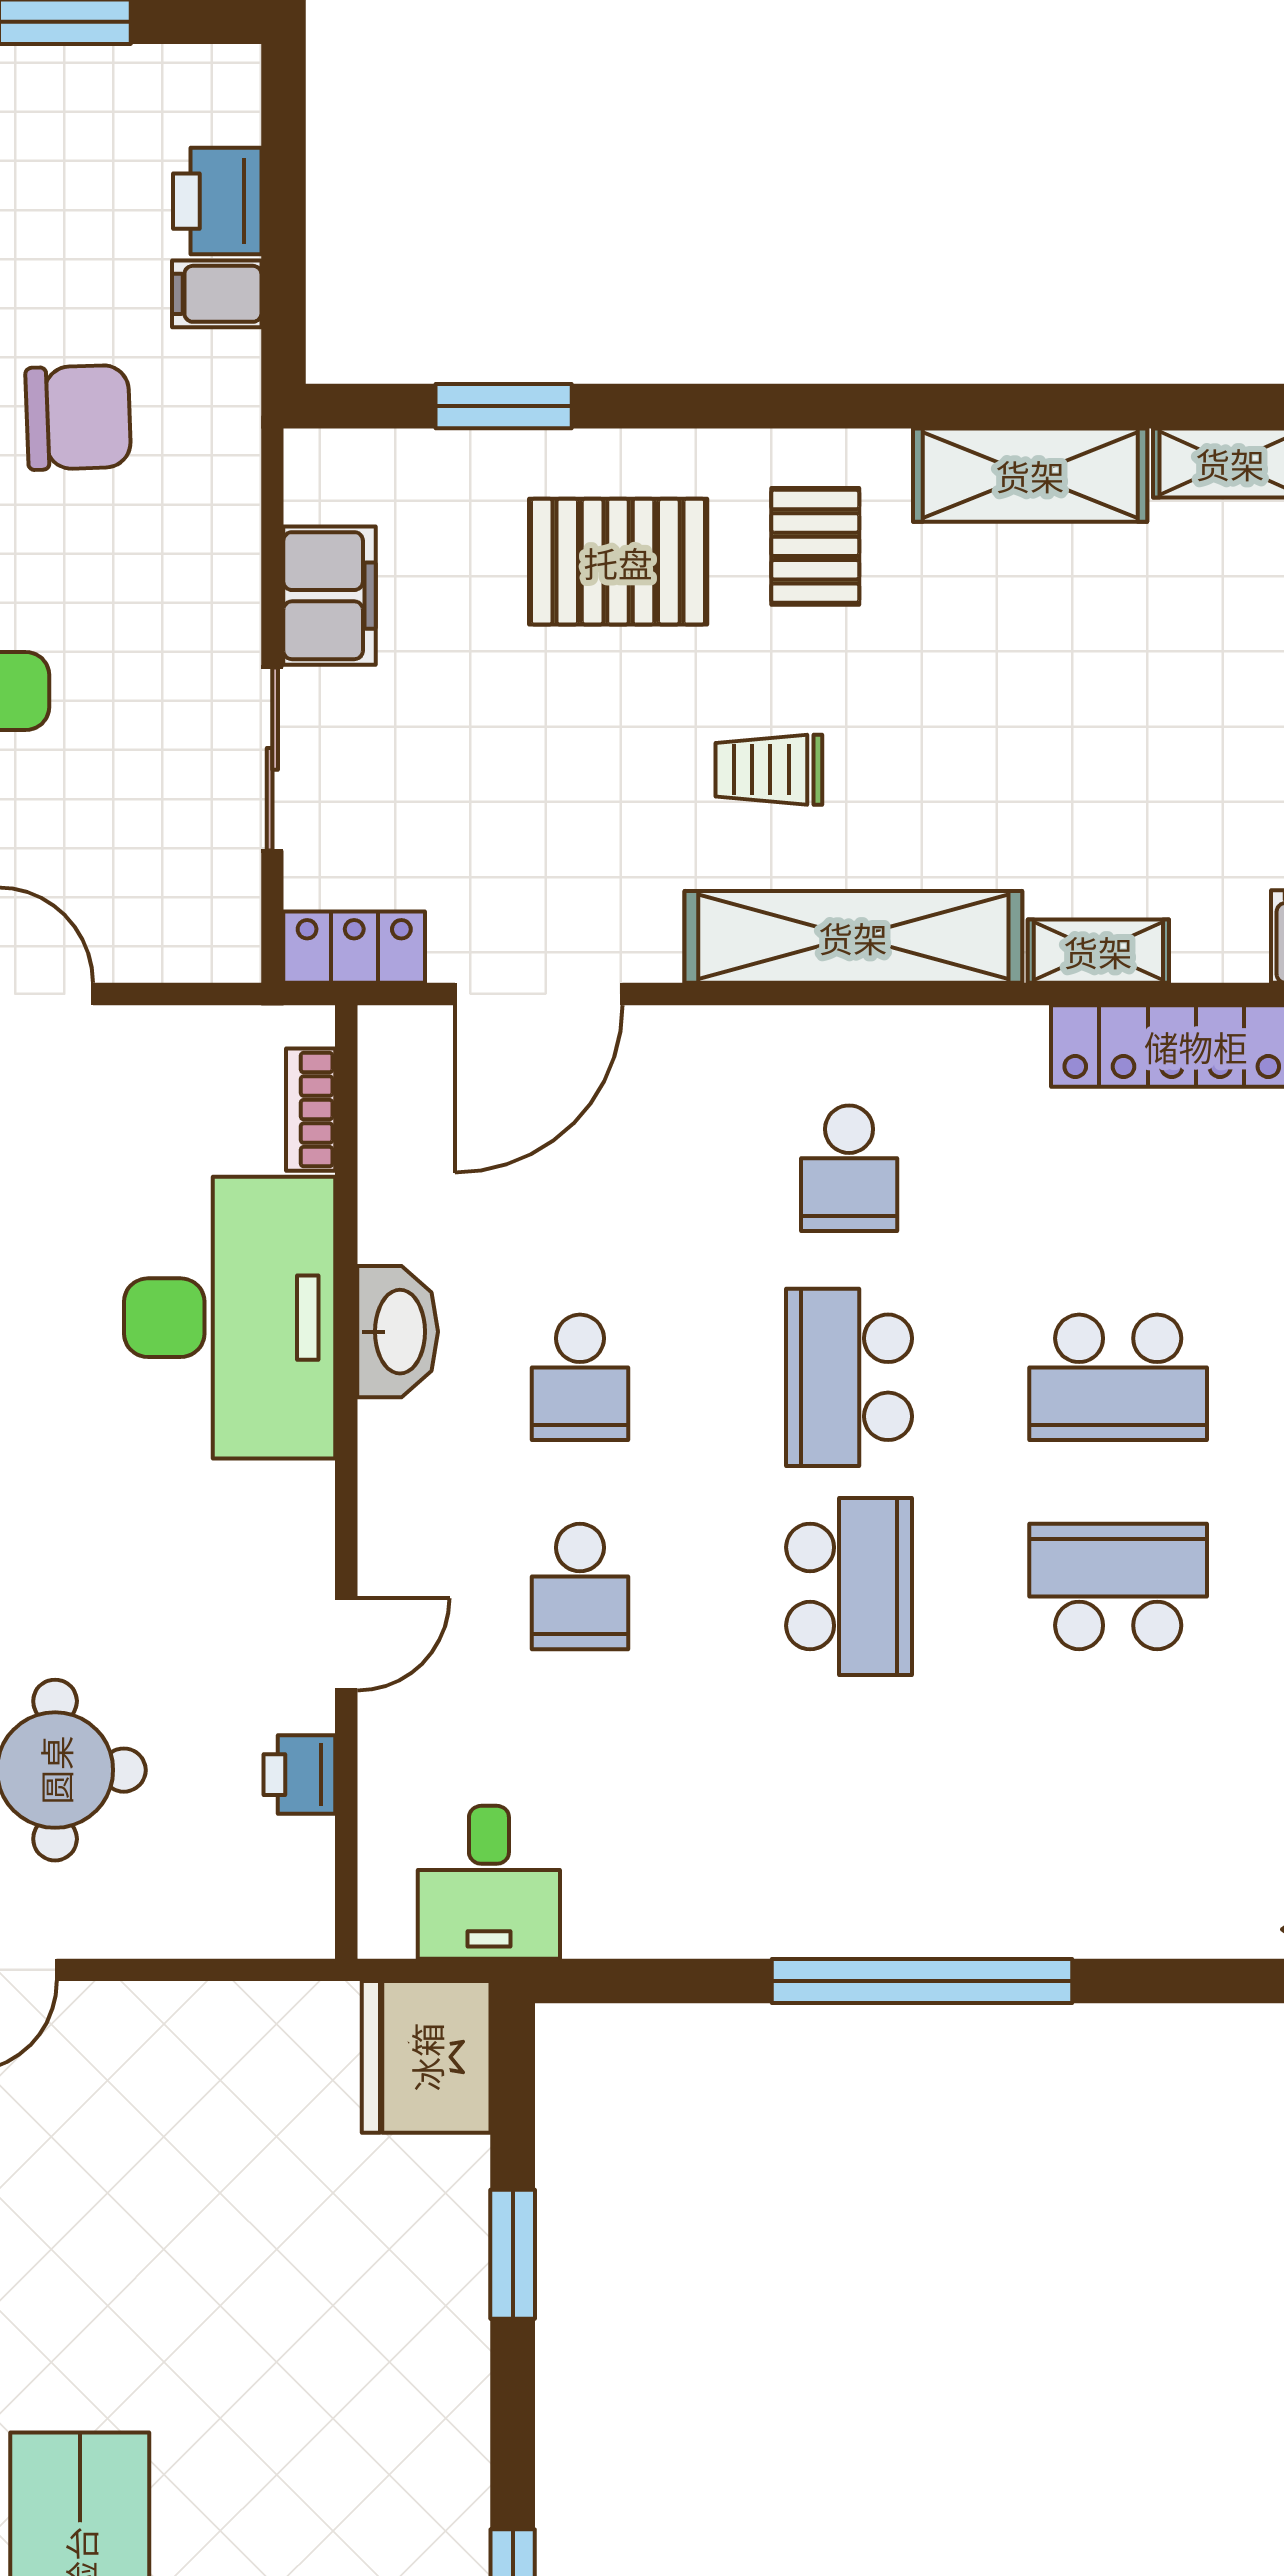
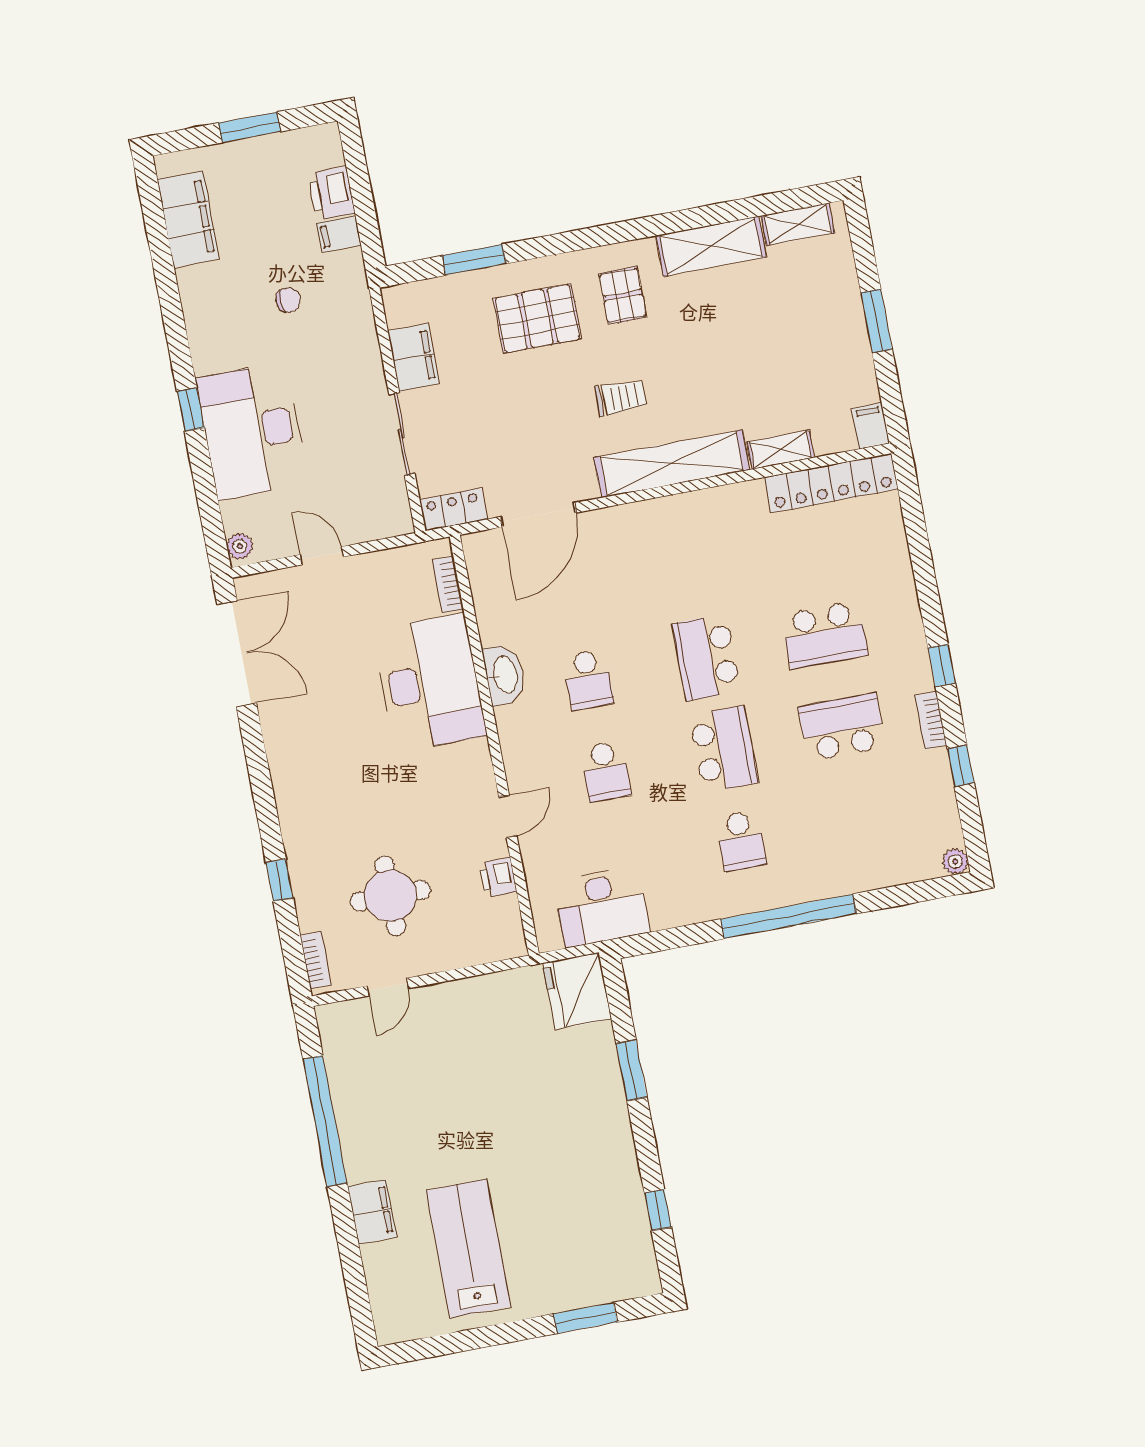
chair: (78, 417) -> (288, 300), width x0.54, depth x0.54
trolley: (769, 770) -> (621, 397), turned 180
school desk: (849, 1168) -> (741, 841), moved
desk: (489, 1882) -> (602, 907), width x1.37

